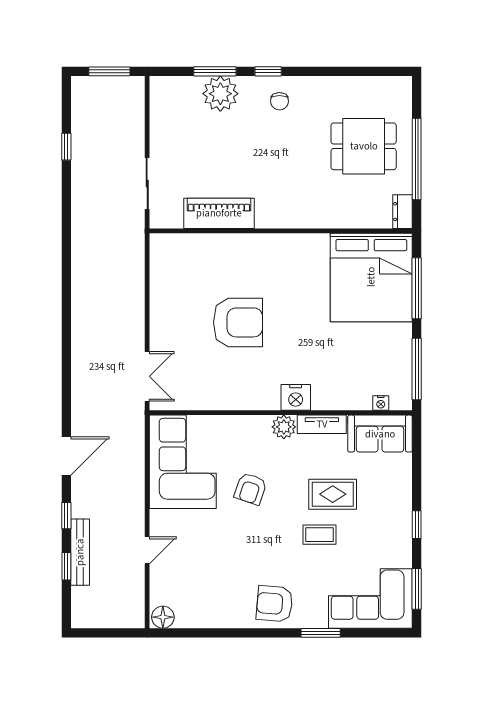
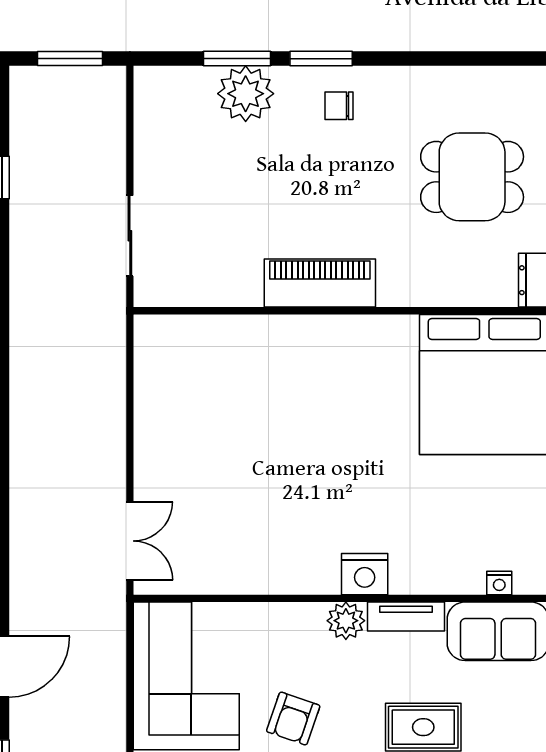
window: (268, 71) -> (321, 59), width x1.50
chair: (279, 101) -> (339, 106), turned 90
piano: (219, 213) -> (320, 283), moved
armchair: (238, 322) -> (273, 456), removed

